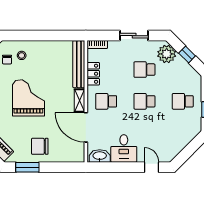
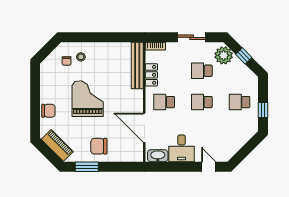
shelving: (80, 100) -> (138, 101), removed

